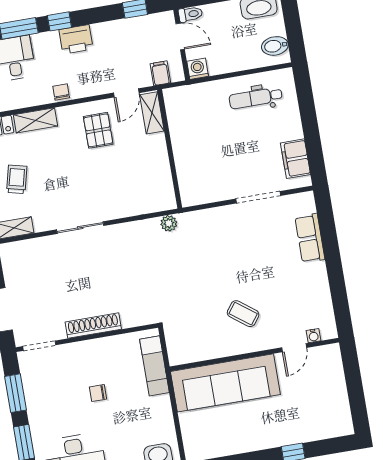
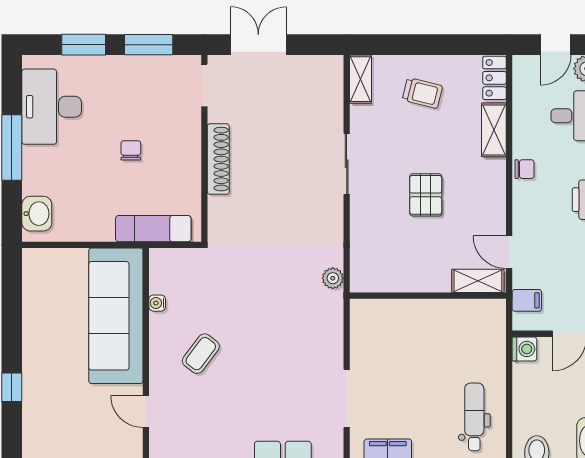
pallet: (98, 130) -> (426, 195), moved, turned 90
water cooler: (313, 336) -> (157, 303), moved

